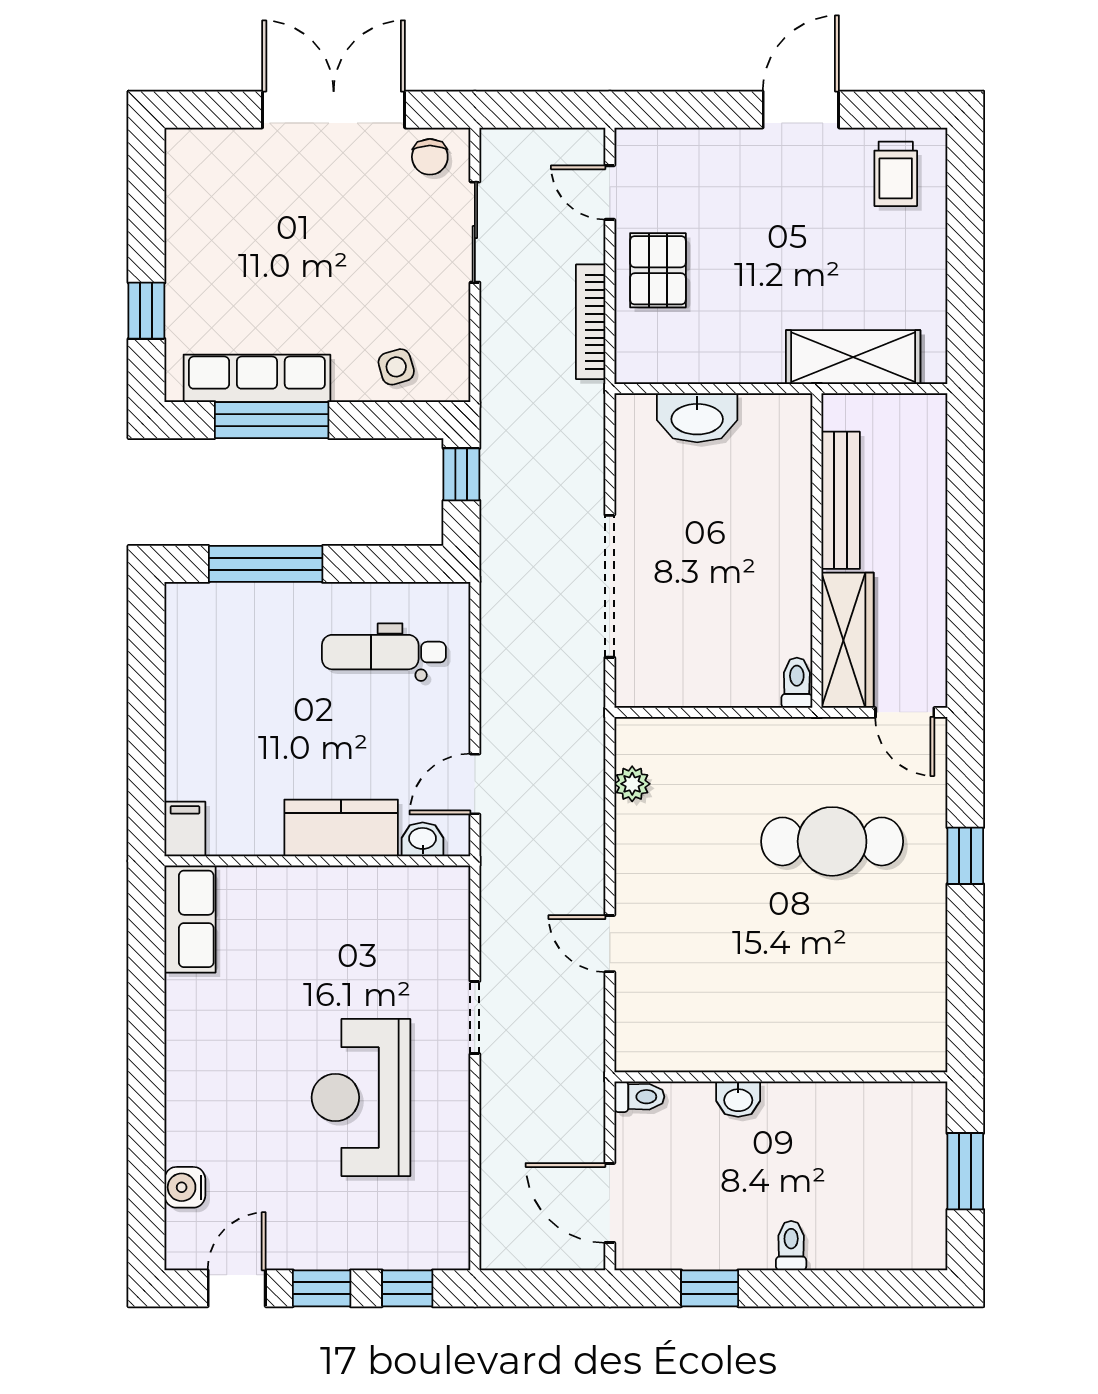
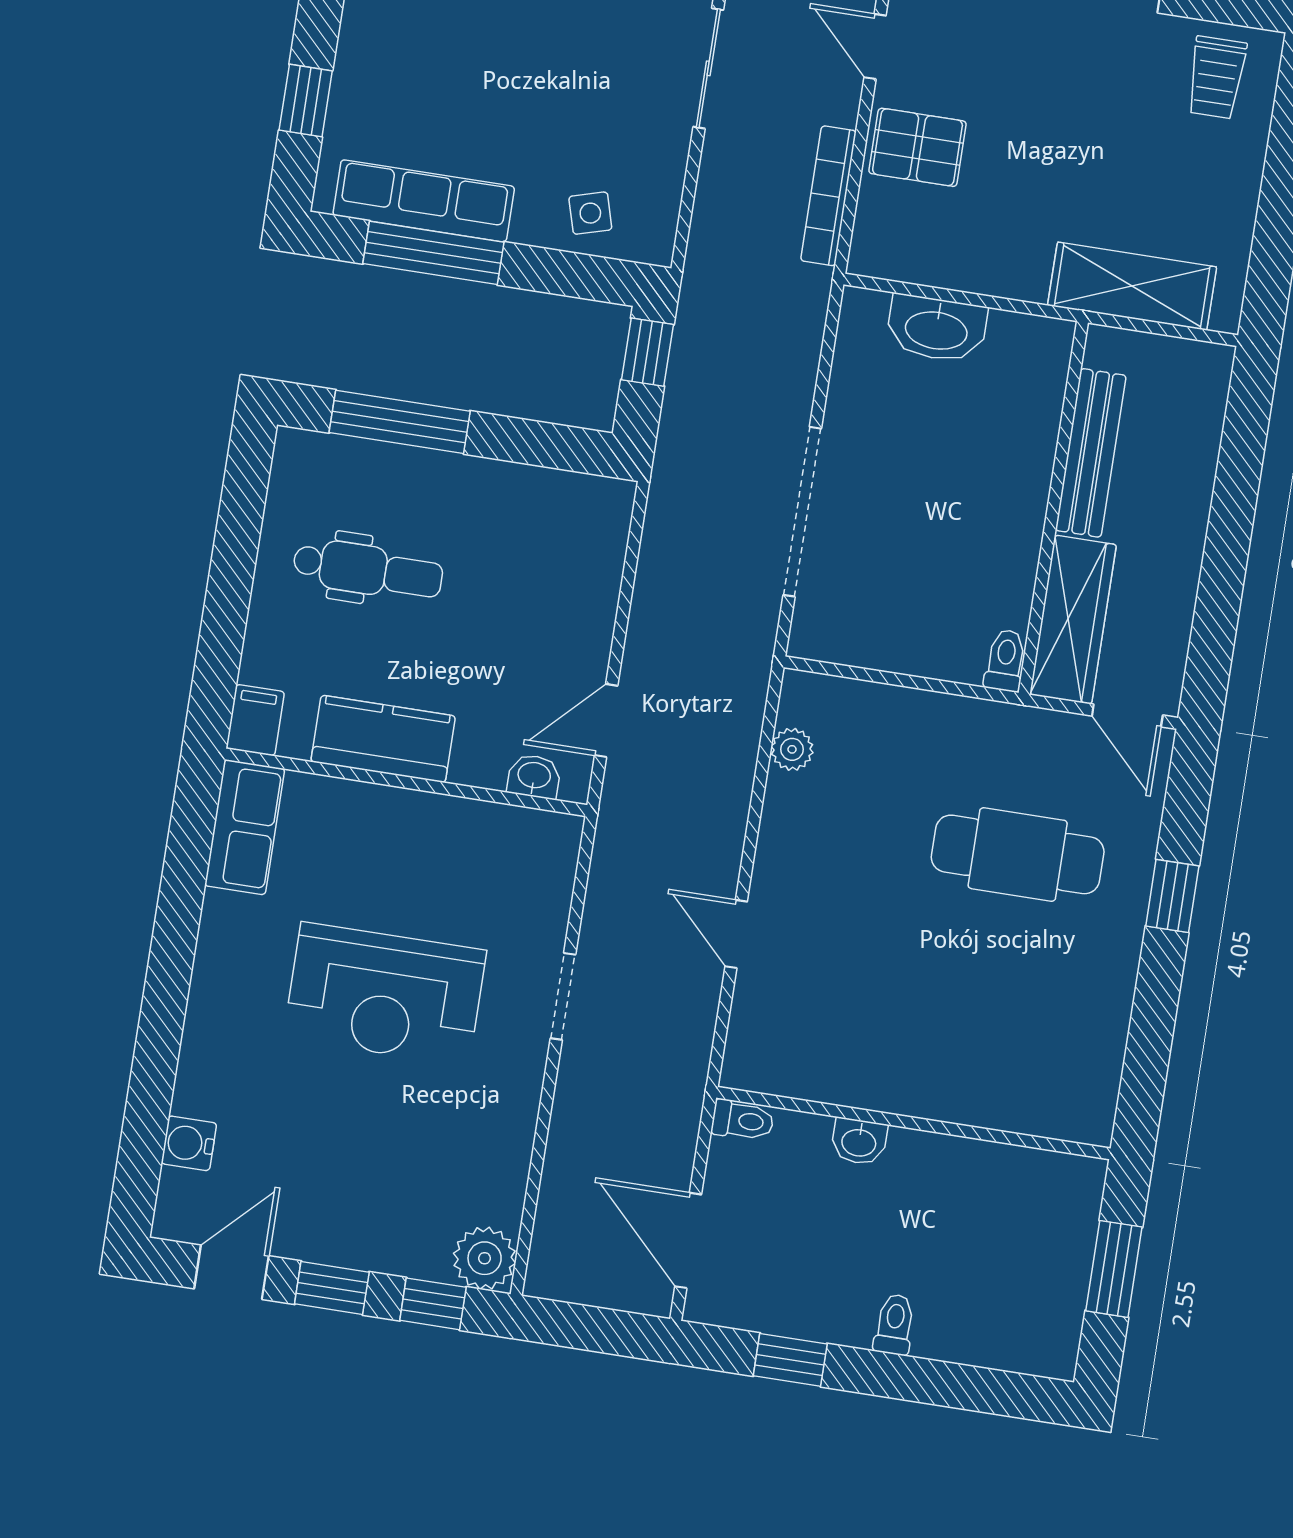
pallet: (658, 270) -> (918, 147), turned 90
dental chair: (384, 652) -> (368, 570), moved, turned 180
kitchen counter: (341, 828) -> (383, 739), moved
reception desk: (361, 1097) -> (385, 994), moved, turned -90
plant: (444, 1244) -> (485, 1258), added

